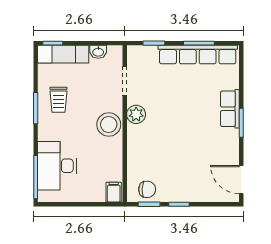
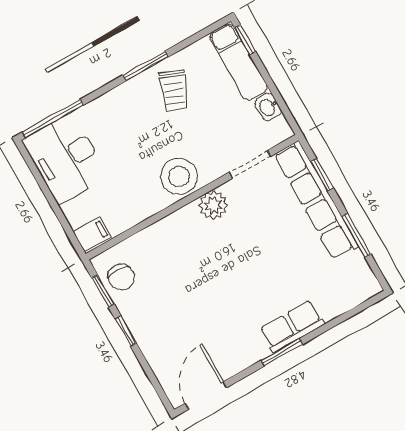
row of seats: (198, 55) -> (316, 200), moved
trolley: (59, 100) -> (174, 90), turned -68
desk: (57, 166) -> (65, 158), moved, turned -90

